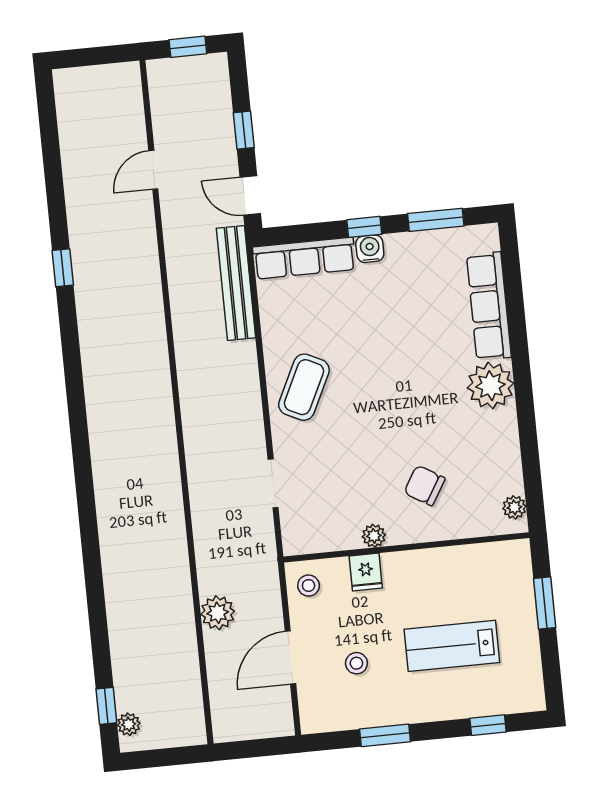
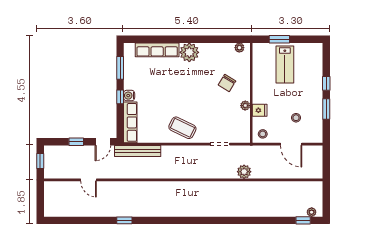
plant: (218, 613) -> (244, 172), moved
lab bench: (452, 646) -> (285, 64), moved
window: (488, 725) -> (326, 83), moved

